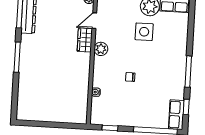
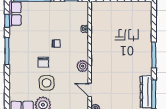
door: (94, 21) -> (90, 90), swing flipped
wardrobe: (85, 40) -> (97, 73), removed
chair: (147, 56) -> (43, 62), added

